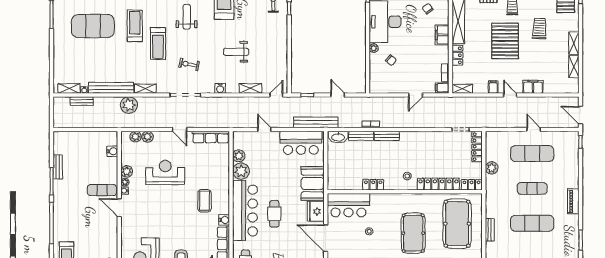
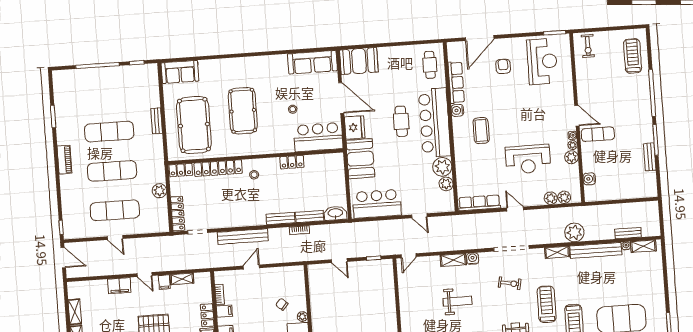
shelving: (250, 88) -> (453, 260), moved
filing cabinet: (442, 88) -> (224, 311), moved
shelving: (462, 89) -> (182, 279), moved
bench: (316, 122) -> (243, 237), moved
exercise mat: (532, 188) -> (112, 171), width x1.36, depth x1.45

